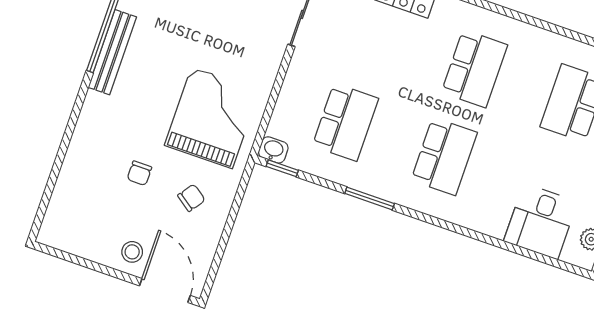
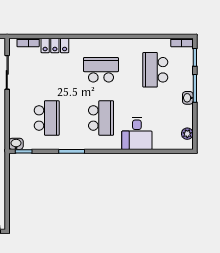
school desk: (474, 69) -> (101, 70), turned -90
desk: (541, 221) -> (137, 133), moved

